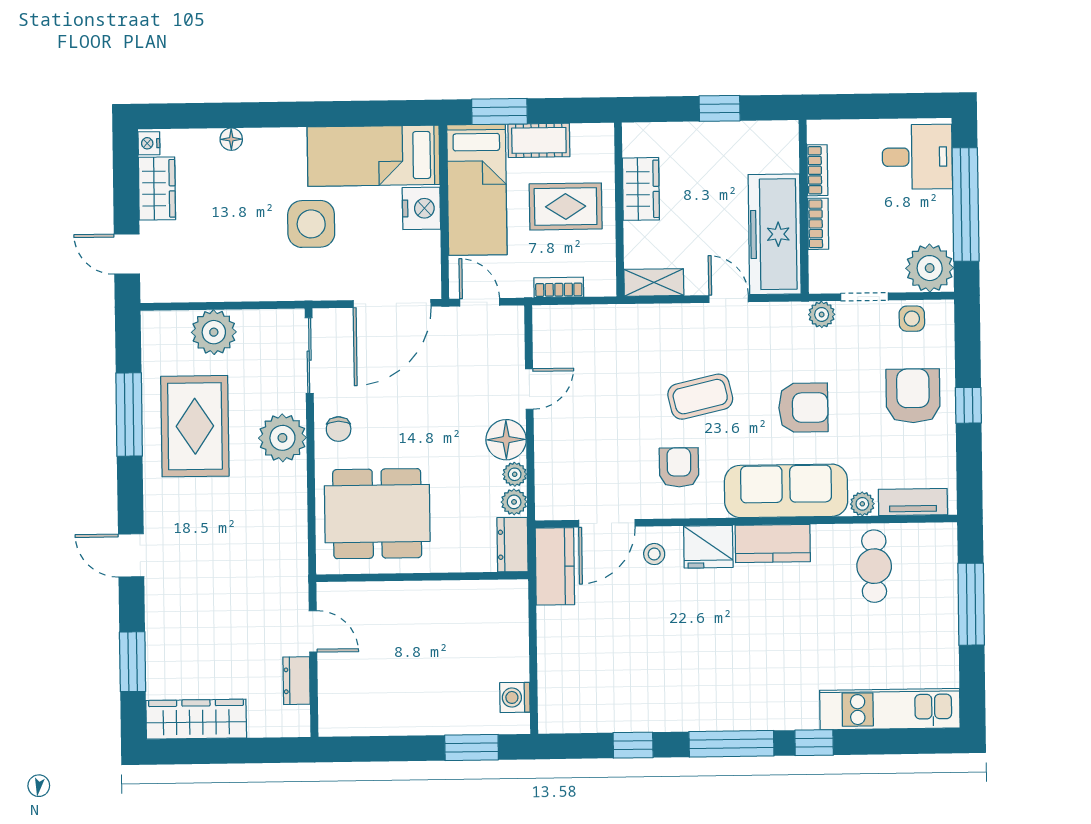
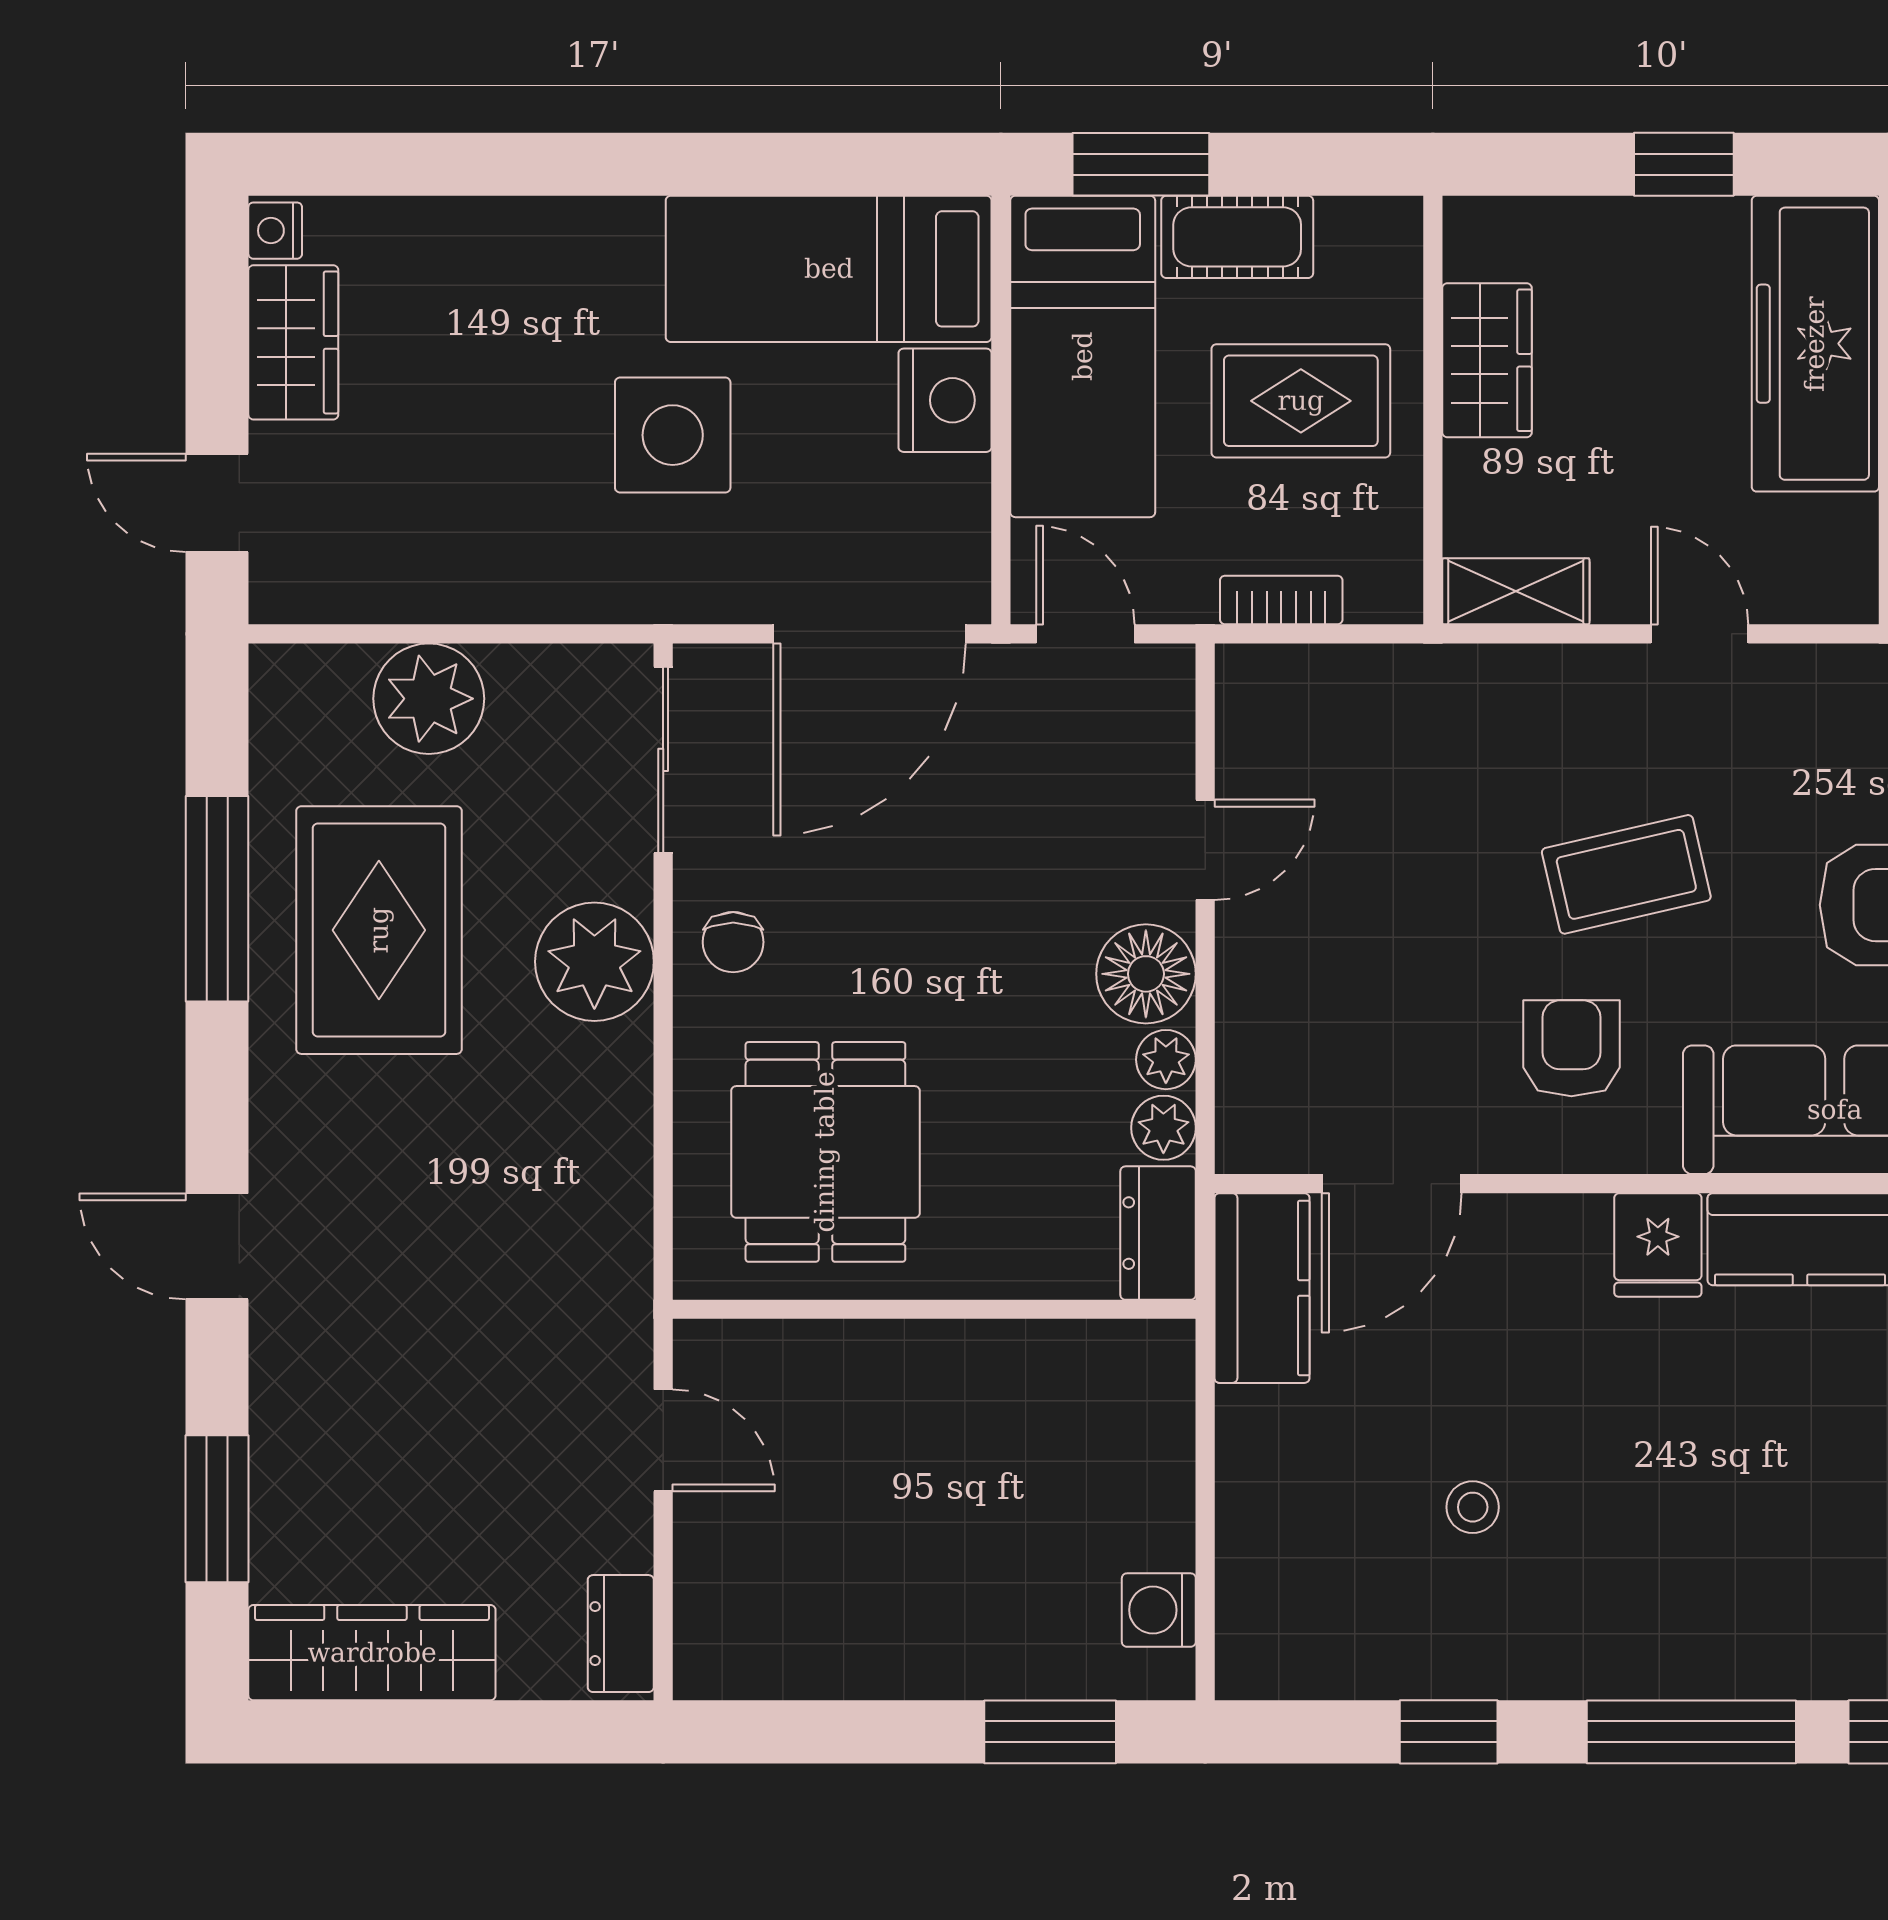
floor lamp: (231, 139) -> (478, 223), removed
freezer: (775, 234) -> (1815, 344), moved
dining table: (377, 514) -> (825, 1152), width x0.73
fridge: (708, 547) -> (1658, 1245), width x0.72
stool: (654, 554) -> (1473, 1507), moved
dresser: (297, 681) -> (621, 1634), moved

